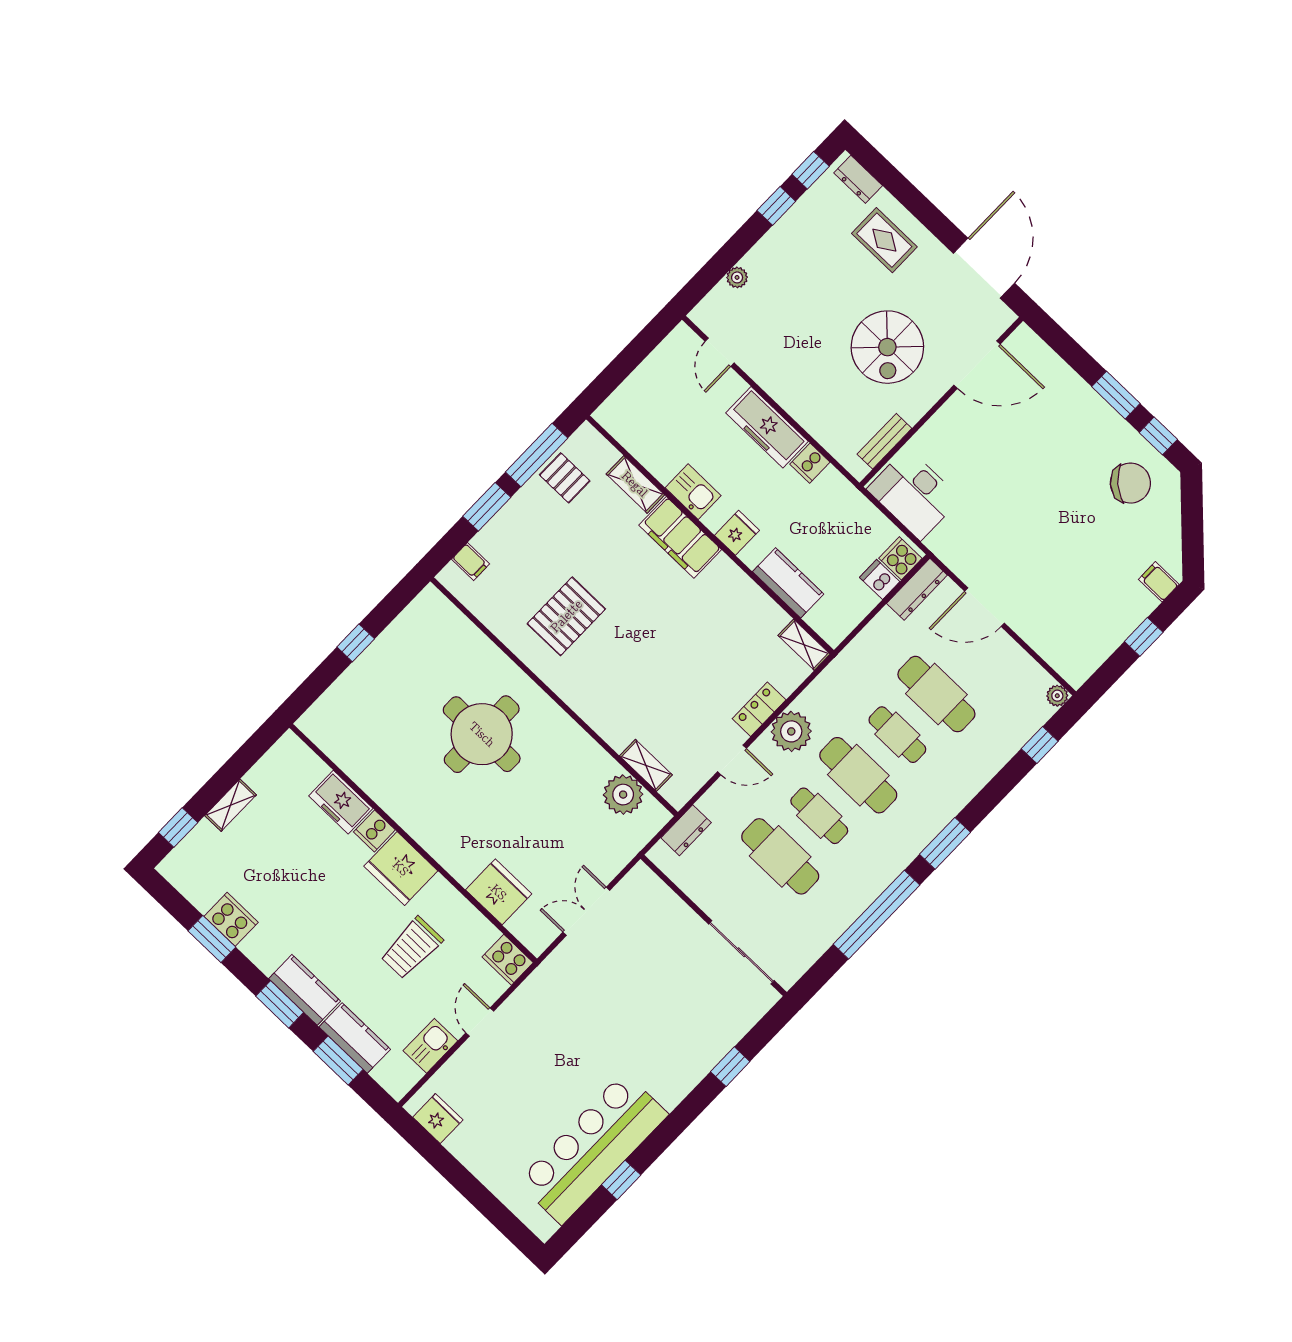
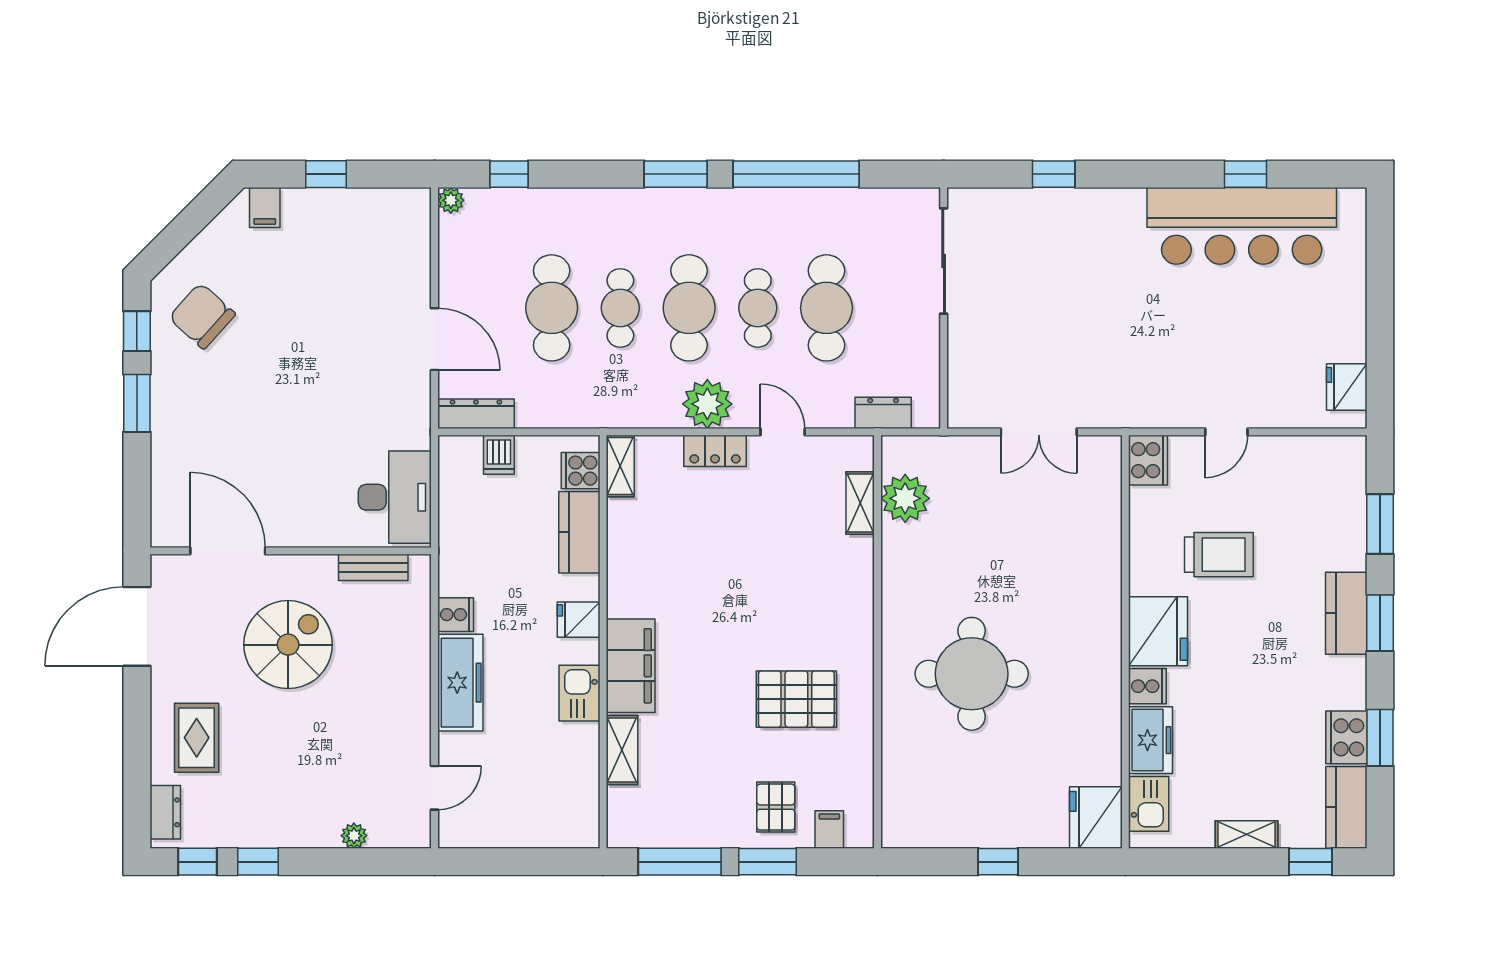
pallet: (565, 478) -> (776, 807), moved
cooker: (900, 558) -> (581, 471), moved, turned 90
fridge: (499, 892) -> (1096, 818), moved
kitchen counter: (355, 1038) -> (1346, 807), moved
kitchen sink: (430, 1046) -> (1149, 804), moved, turned -90

